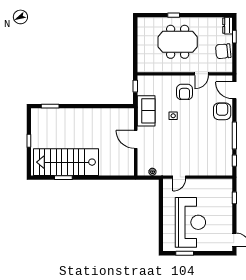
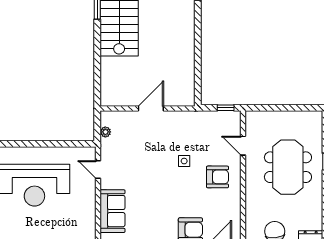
door: (202, 74) -> (243, 146), moved
armchair: (185, 92) -> (217, 177), turned 180
sofa: (146, 111) -> (113, 211), moved, turned -90

